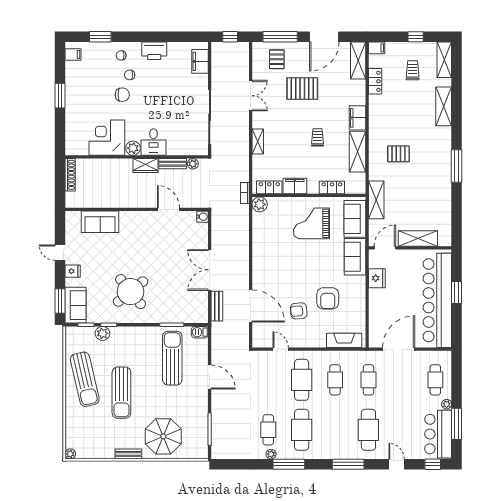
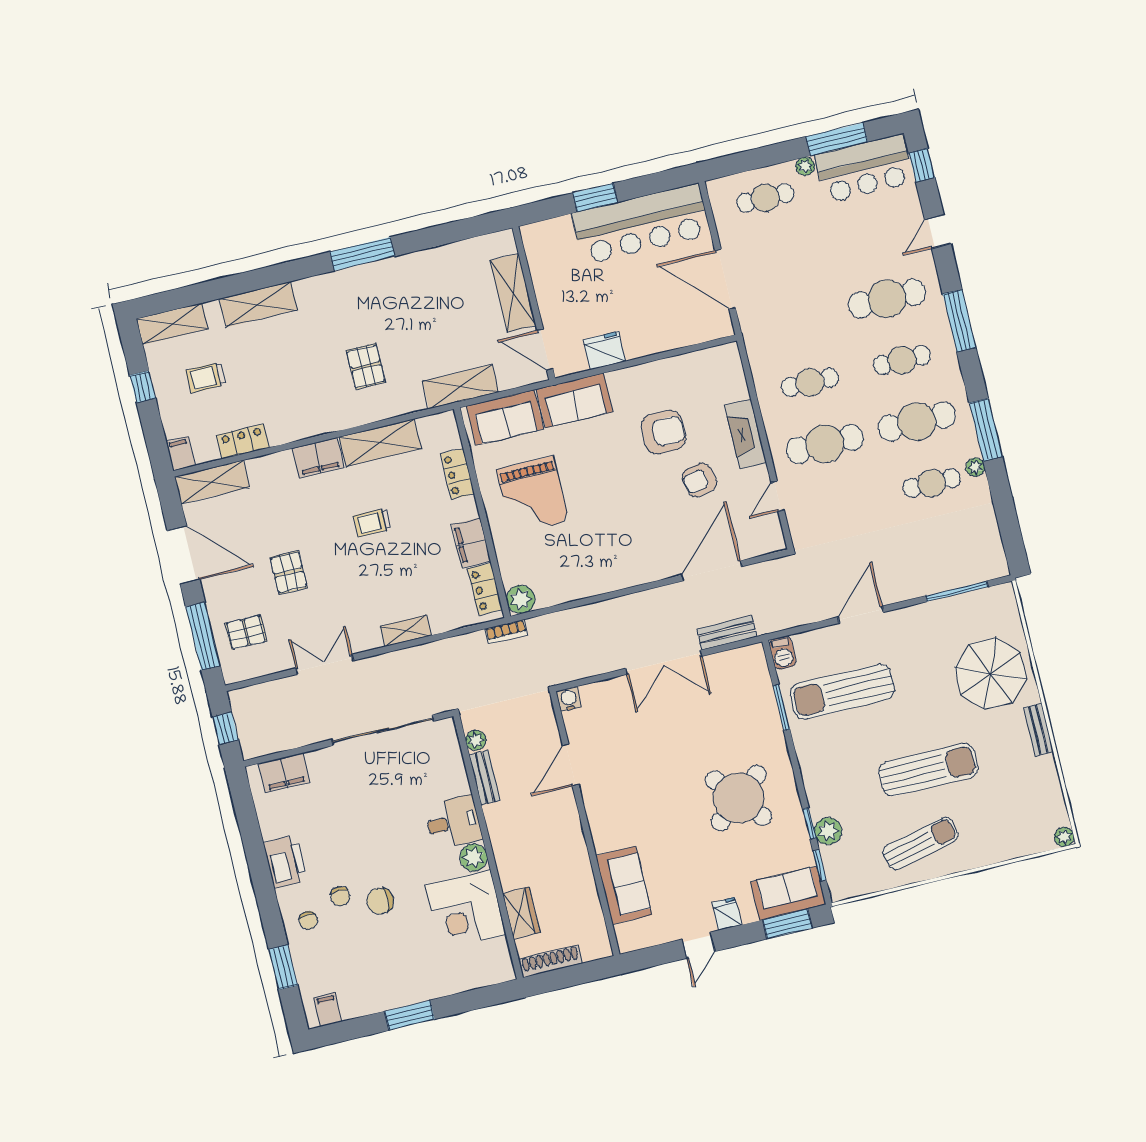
pallet: (302, 89) -> (289, 572), width x0.67, depth x0.71
chair: (122, 95) -> (380, 901), turned -90
wardrobe: (145, 166) -> (521, 913), moved
bar counter: (437, 300) -> (641, 224), width x0.73
armchair: (299, 311) -> (699, 480), turned 83
fireplace: (344, 340) -> (746, 434), moved
sun lounger: (85, 379) -> (920, 843), width x0.73, depth x0.75
cafe table: (368, 380) -> (902, 360), moved

